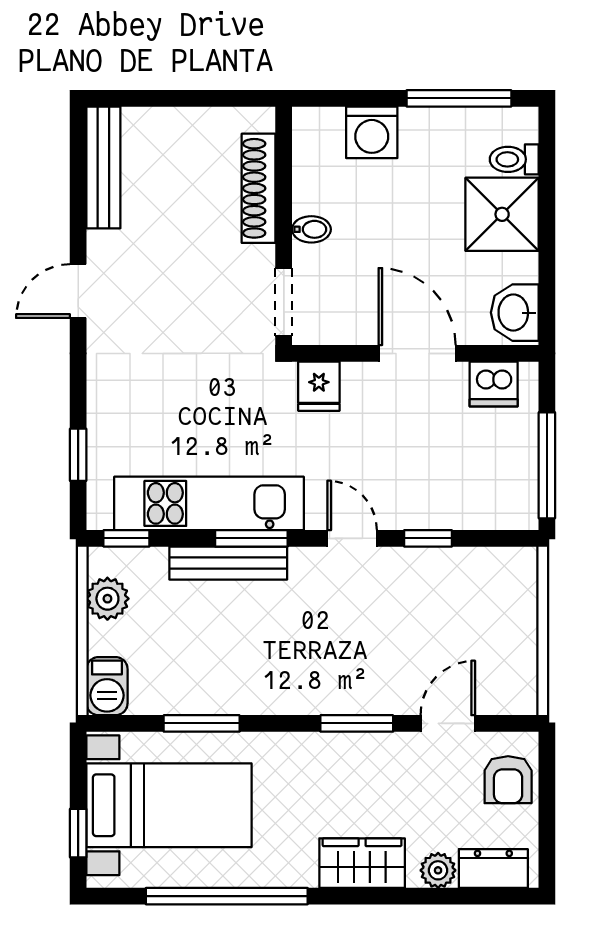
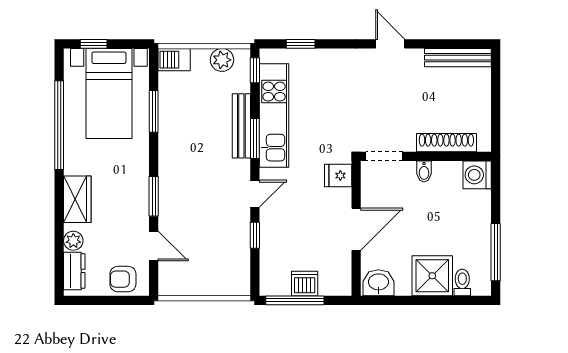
washing machine: (372, 132) -> (477, 175), moved
dishwasher: (494, 384) -> (305, 284), moved, turned 90

